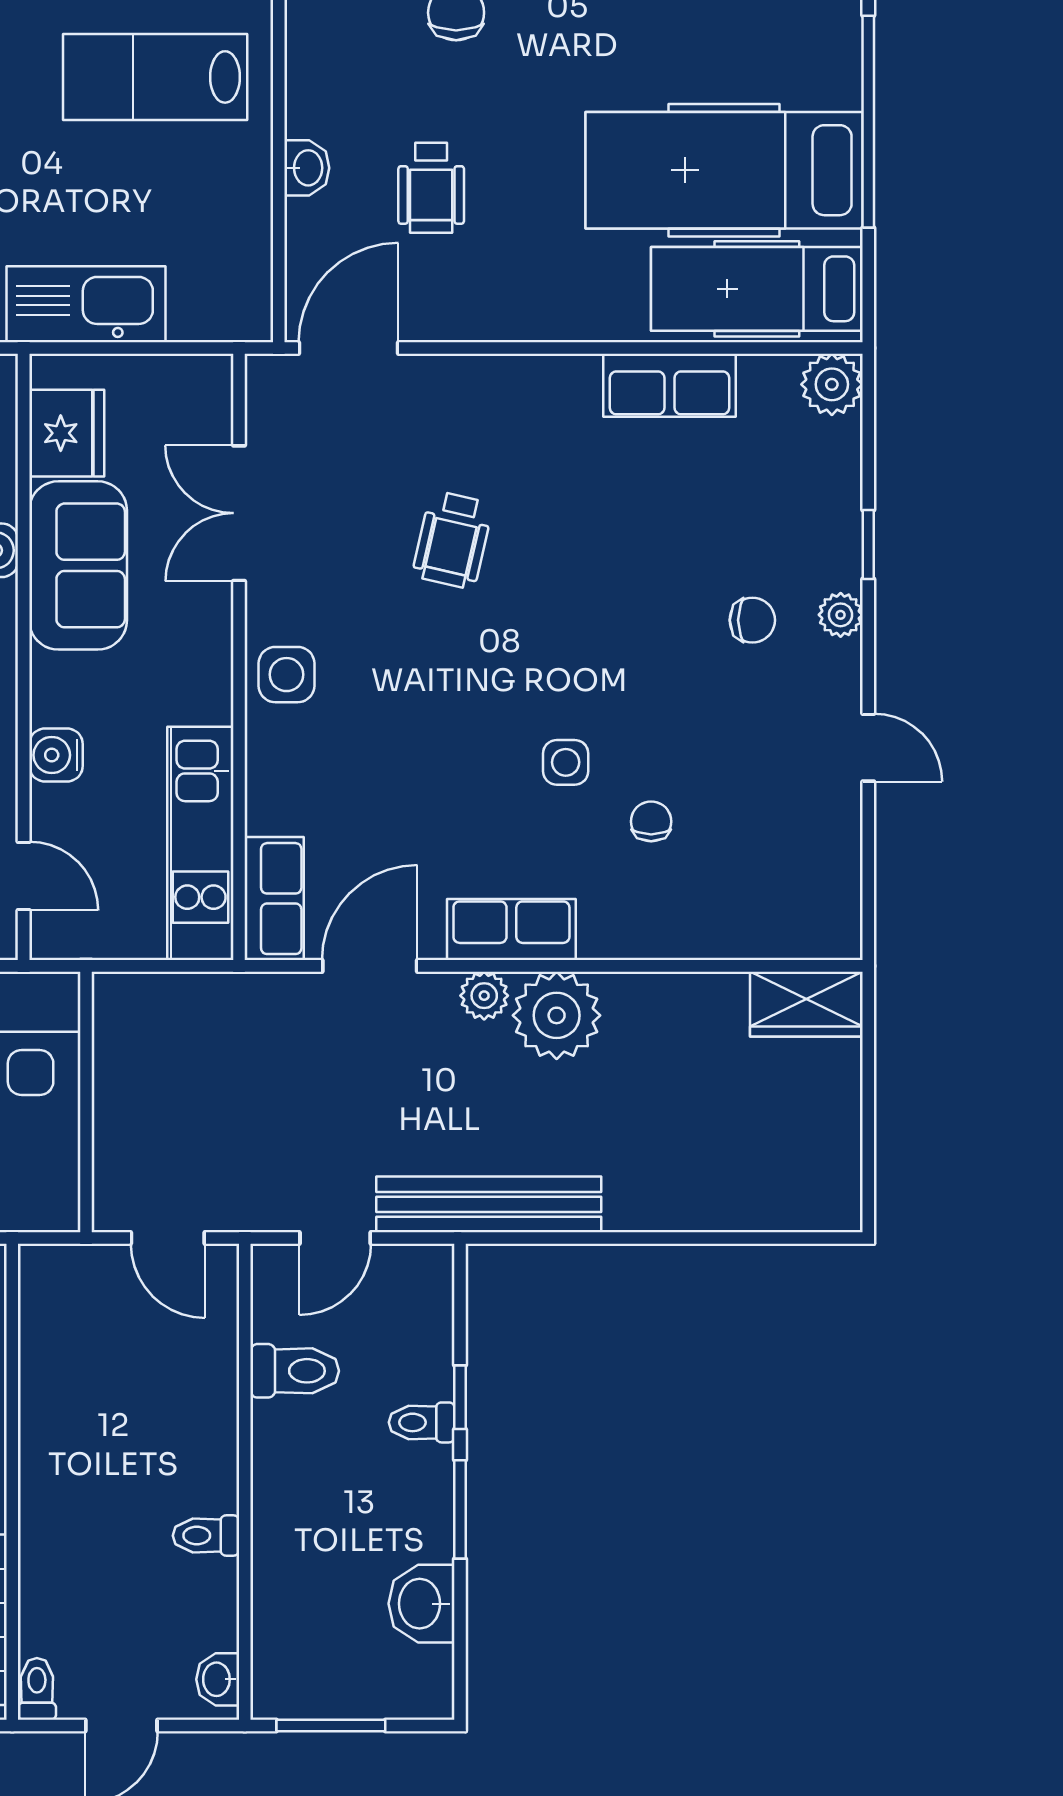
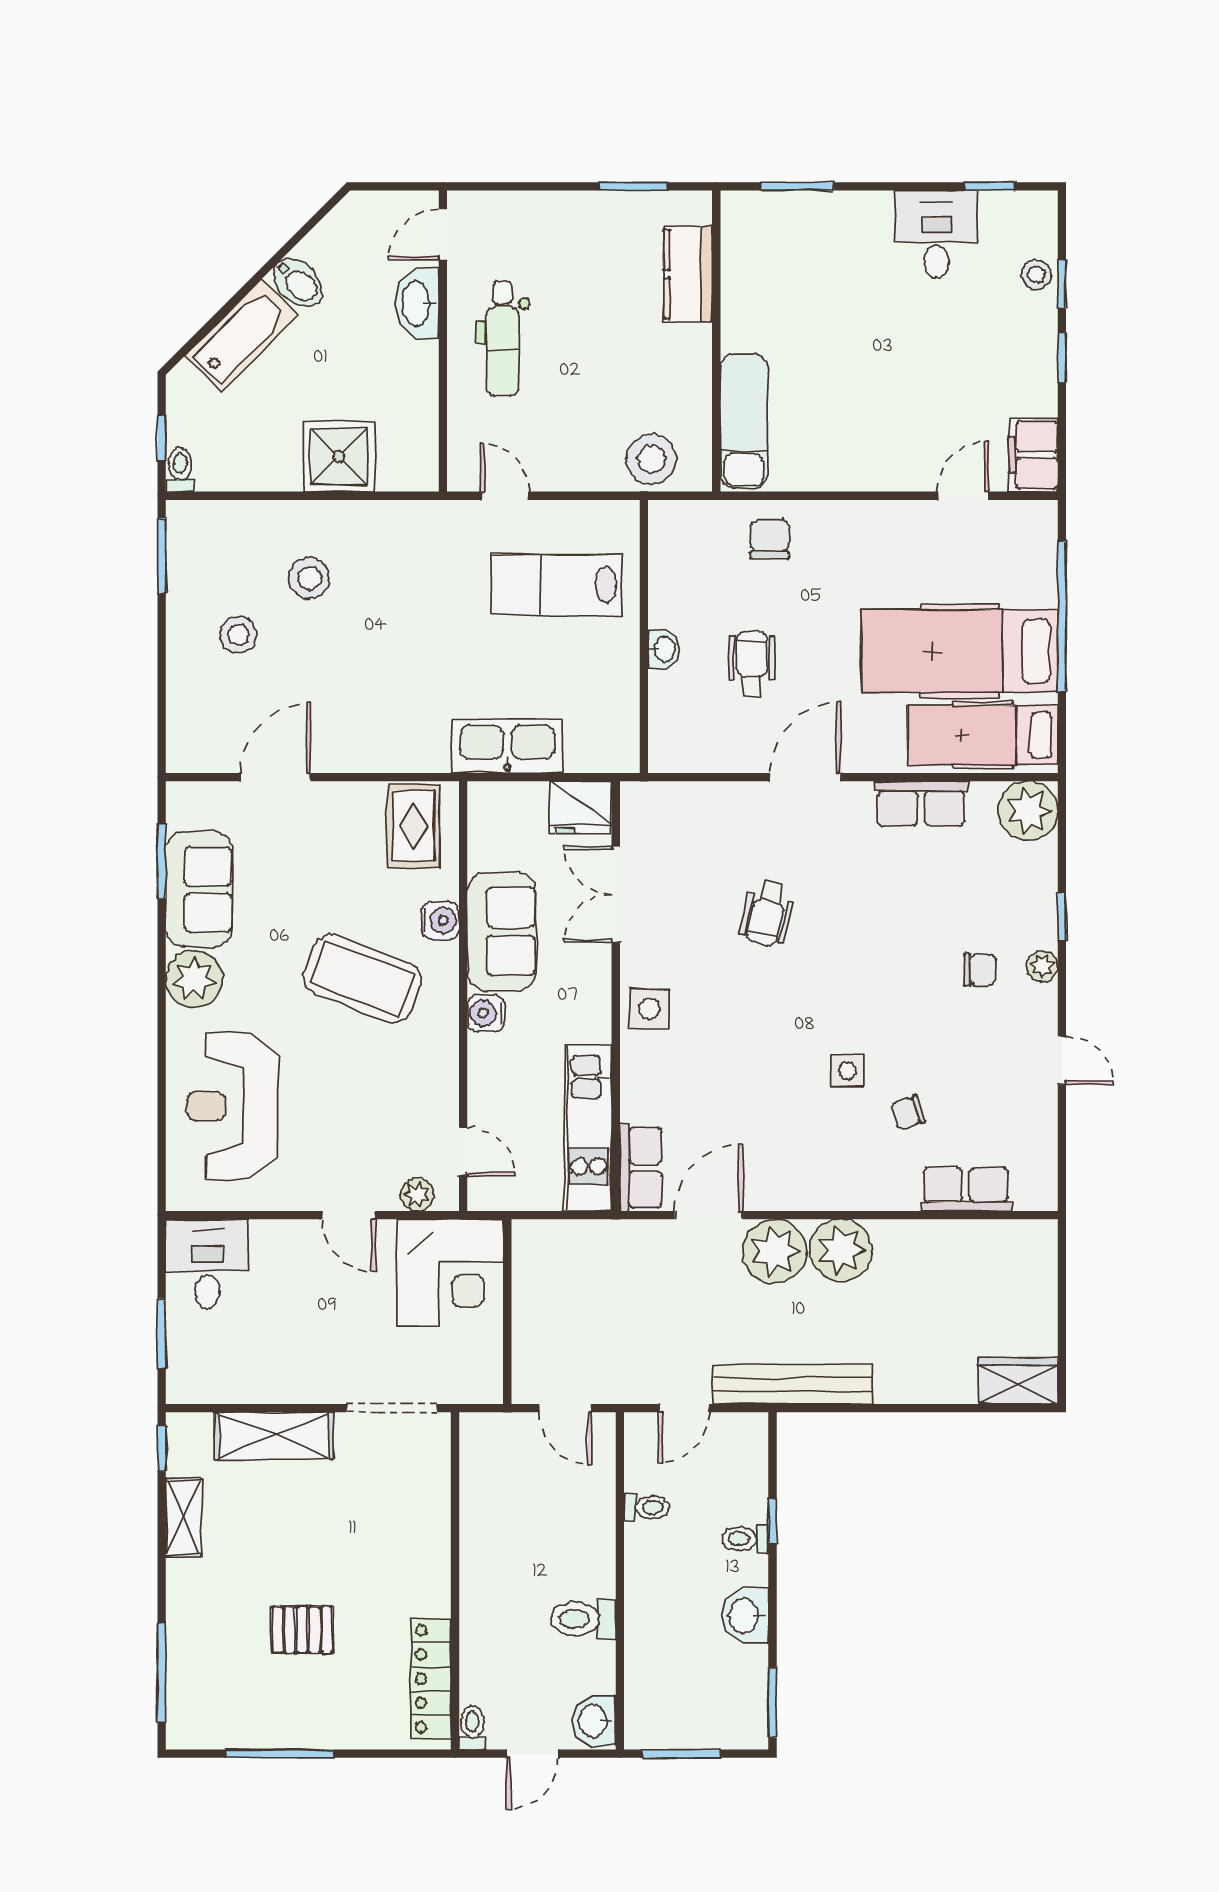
wheelchair: (431, 188) -> (752, 663), turned 180
door: (348, 348) -> (805, 777), moved
plant: (832, 384) -> (1028, 811), width x1.36, depth x1.36
fridge: (67, 433) -> (581, 808), moved, turned 90
water cooler: (56, 755) -> (486, 1013), moved
chair: (651, 821) -> (908, 1113), turned -108
row of seats: (511, 930) -> (966, 1189), moved
plant: (484, 996) -> (775, 1251), width x1.88, depth x1.88
wardrobe: (806, 1004) -> (1018, 1381), moved, turned 180
toilet: (295, 1371) -> (646, 1507), width x0.73, depth x0.72
window: (460, 1509) -> (773, 1703), moved
toilet: (206, 1536) -> (583, 1619), width x1.37, depth x1.39
washbasin: (421, 1604) -> (745, 1616), moved
washbasin: (218, 1679) -> (594, 1721), width x1.38, depth x1.45

